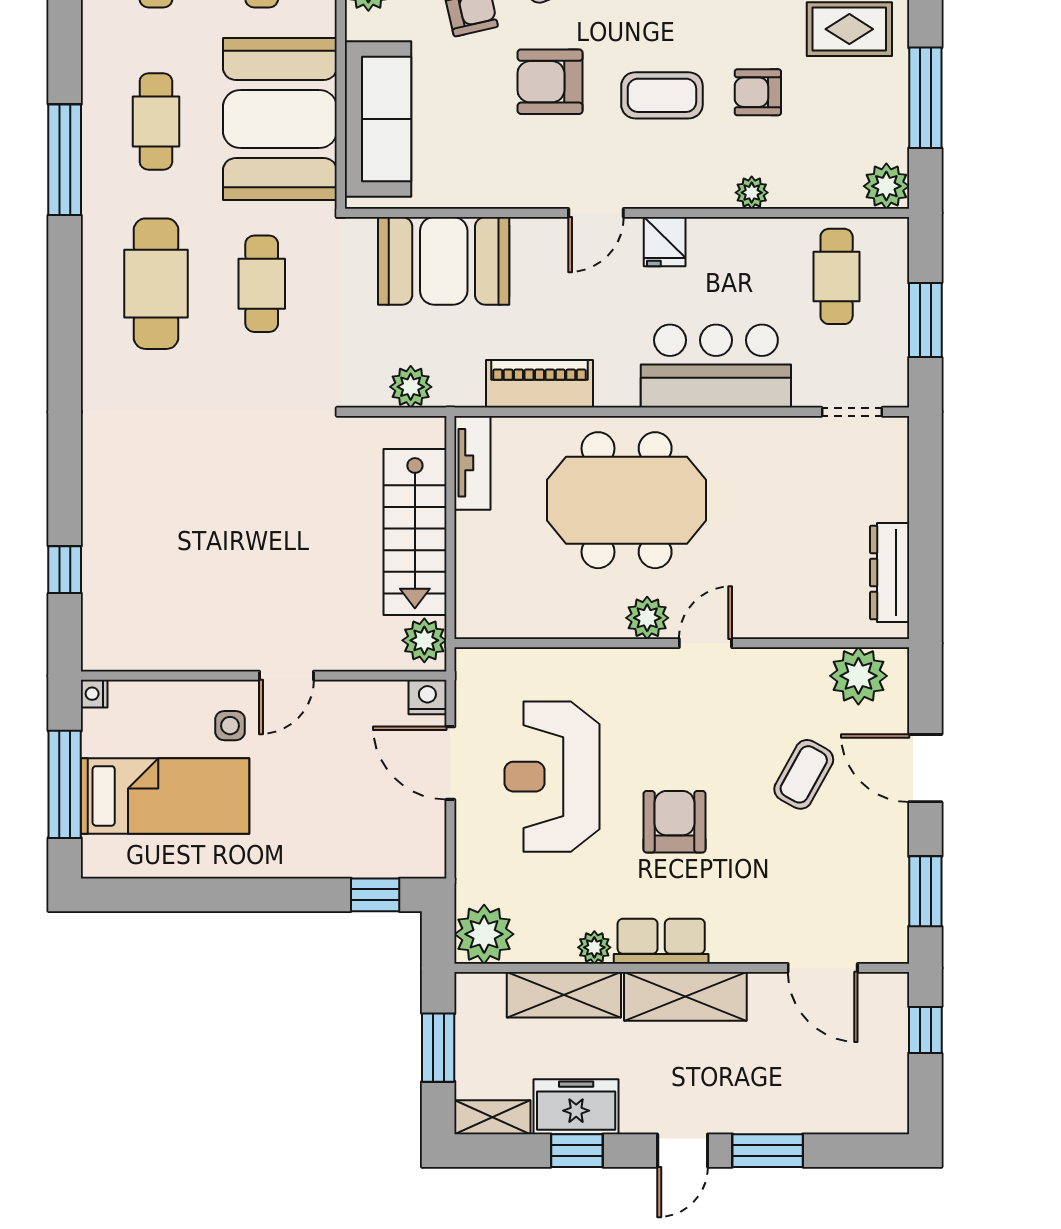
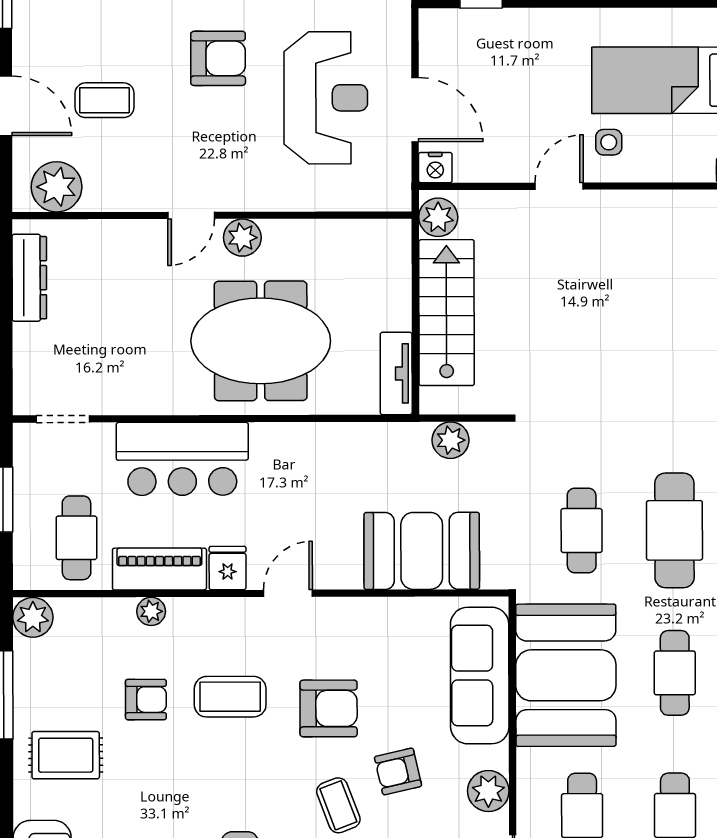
piano: (539, 384) -> (159, 569), moved, turned 180
coffee table: (804, 774) -> (105, 100), turned 61
armchair: (674, 822) -> (218, 58), turned -90

